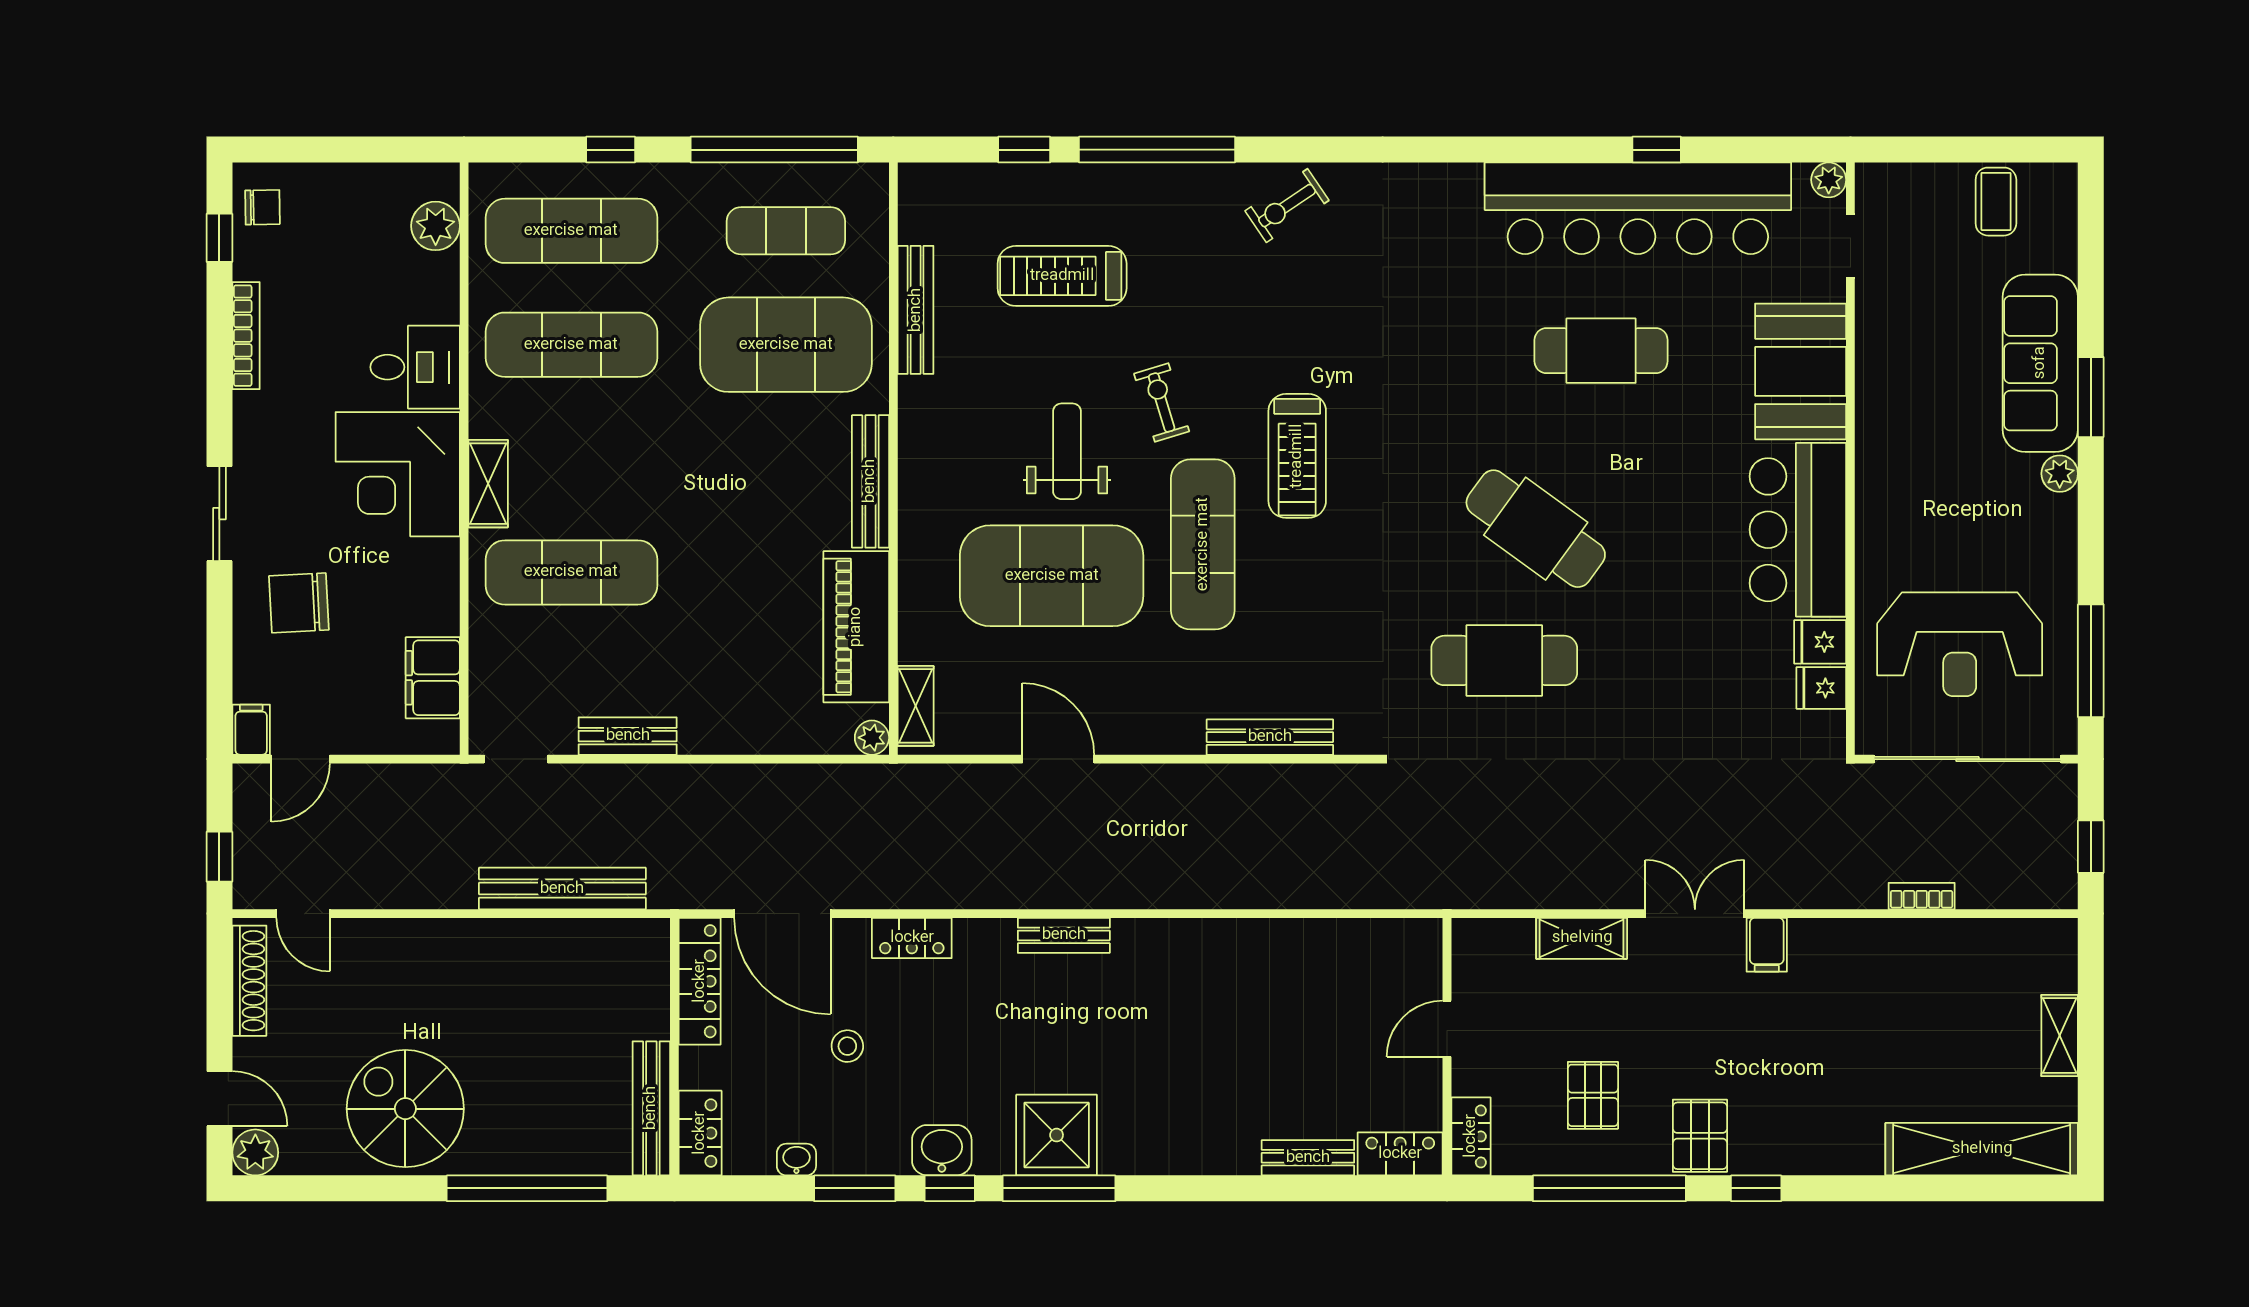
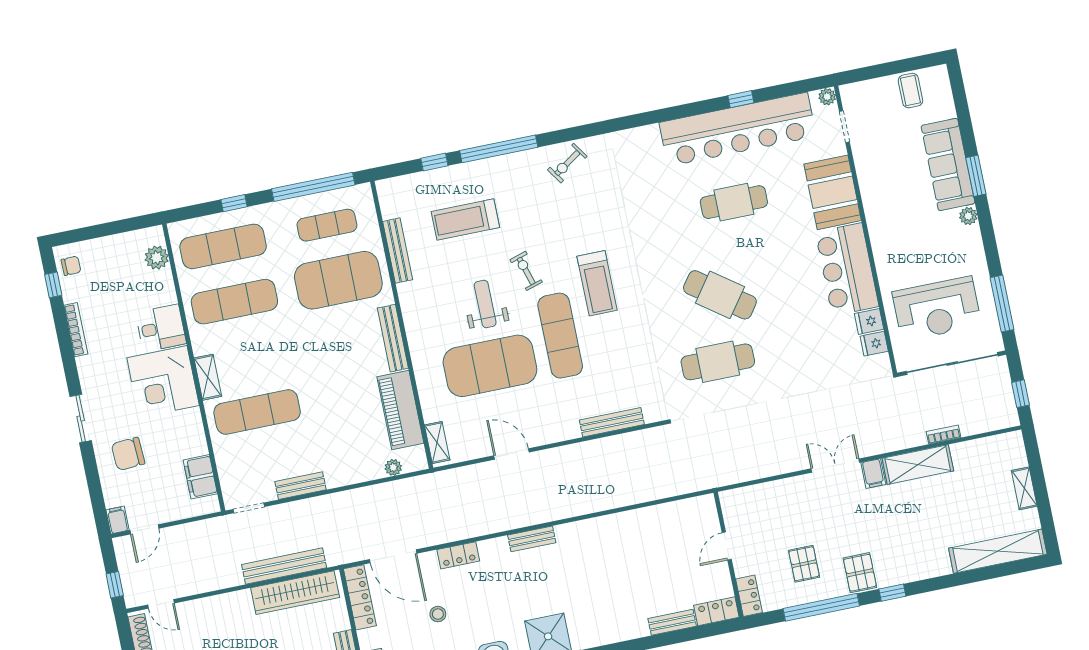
plant: (872, 738) -> (393, 467), moved
shelving: (1582, 938) -> (918, 465), moved, width x1.50, depth x1.33
wardrobe: (573, 946) -> (295, 593), added

